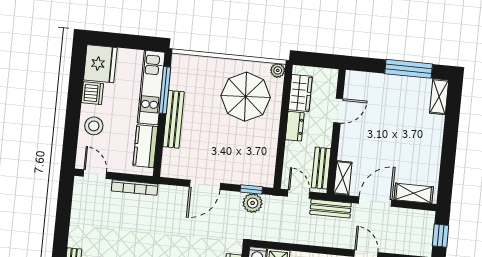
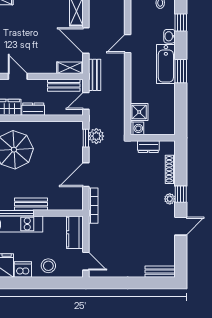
bench: (174, 119) -> (31, 204), width x0.73
kitchen counter: (145, 146) -> (75, 232), moved, turned 90
door: (95, 174) -> (86, 261), swing flipped
door: (205, 185) -> (86, 175), swing flipped
bookcase: (135, 187) -> (93, 206), moved

